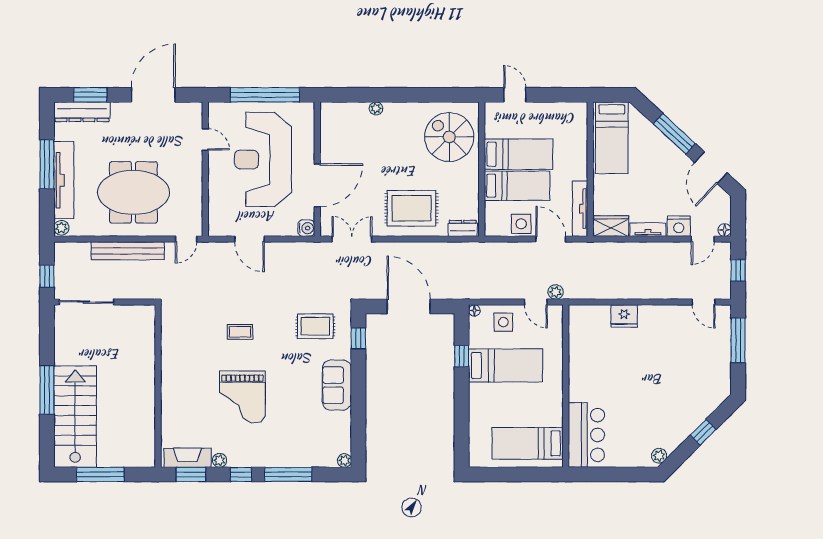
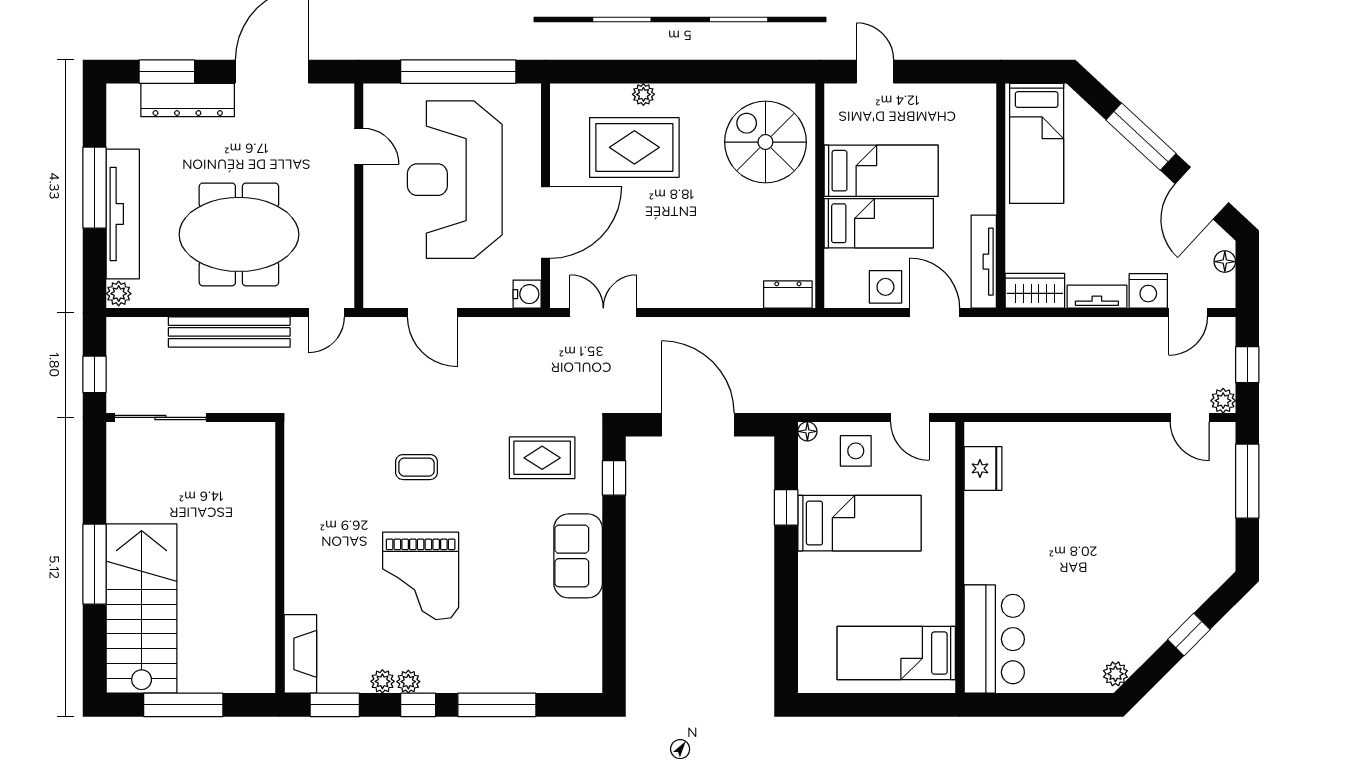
dresser: (82, 112) -> (188, 100), moved
rug: (411, 208) -> (634, 147), moved
floor lamp: (725, 230) -> (1225, 262), moved
plant: (556, 292) -> (1223, 401), moved
fridge: (624, 316) -> (983, 468), moved, turned -90
fireplace: (188, 458) -> (300, 654), moved, turned 90
plant: (344, 460) -> (408, 682), moved

